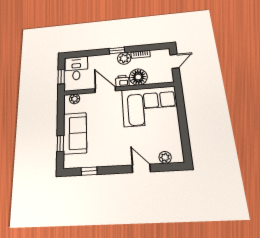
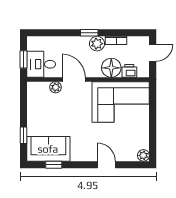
desk: (76, 68) -> (41, 64), moved, turned -90
printer: (122, 81) -> (129, 71), moved
plant: (75, 99) -> (56, 87), moved
sofa: (75, 133) -> (48, 149), moved, turned -90
plant: (165, 157) -> (143, 155), moved

